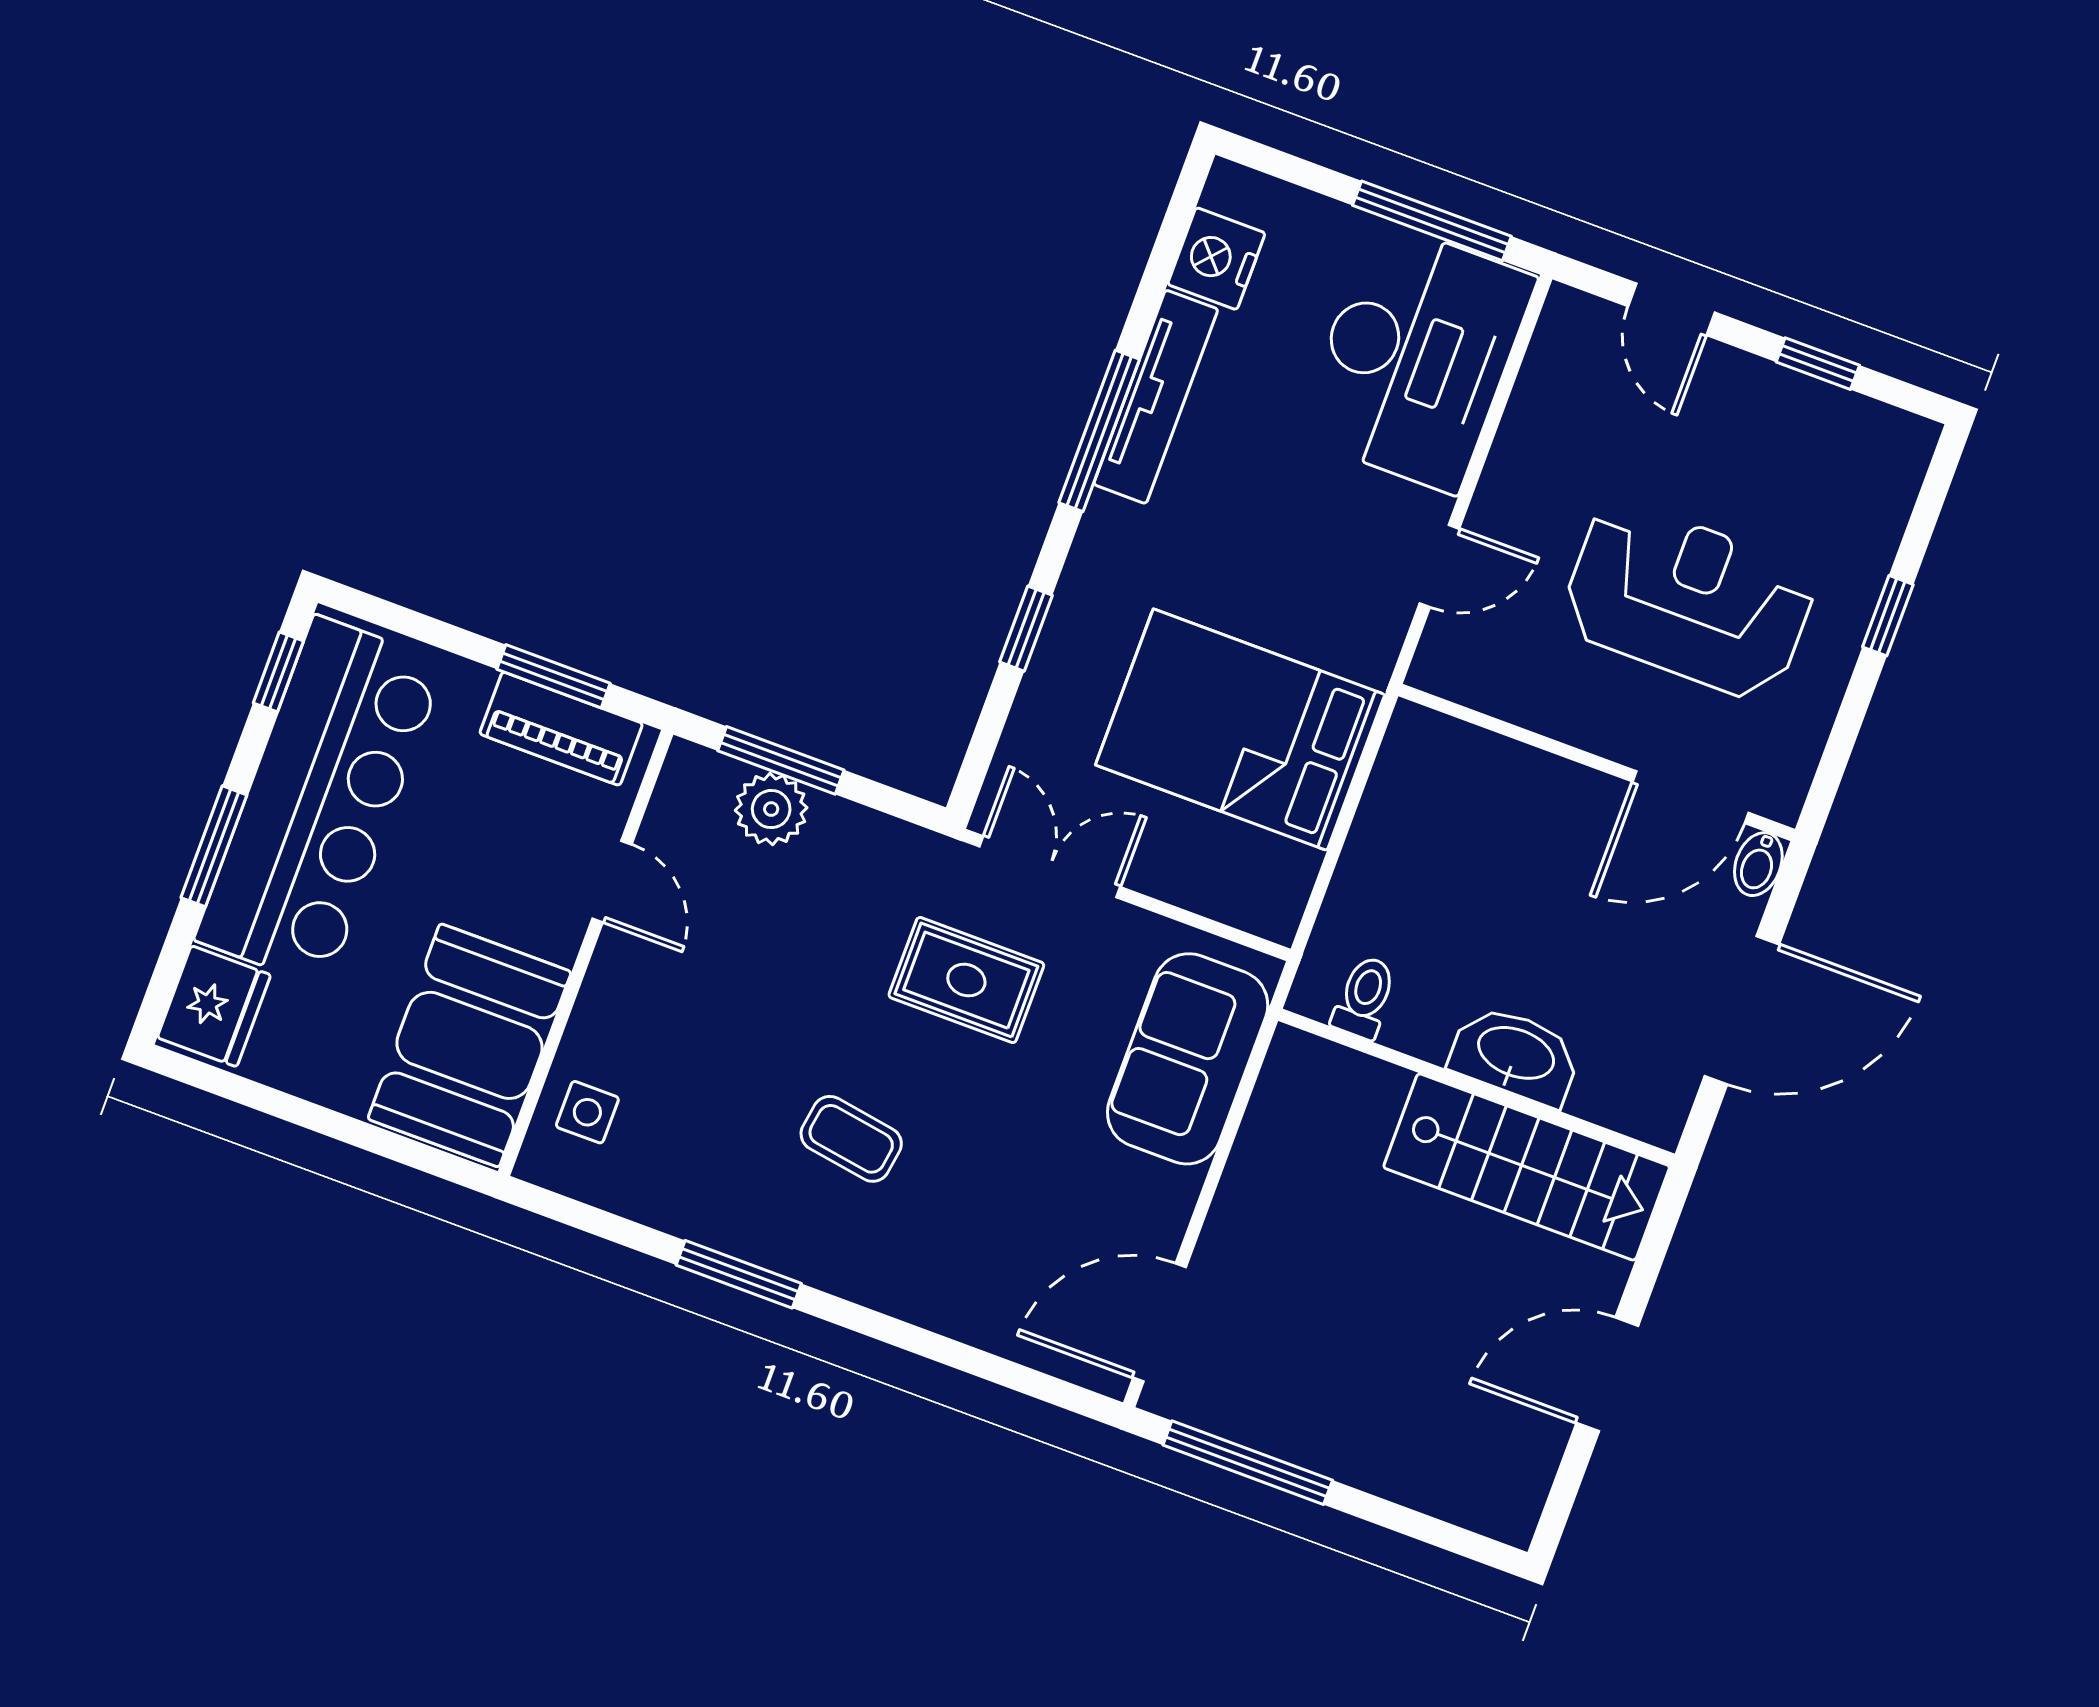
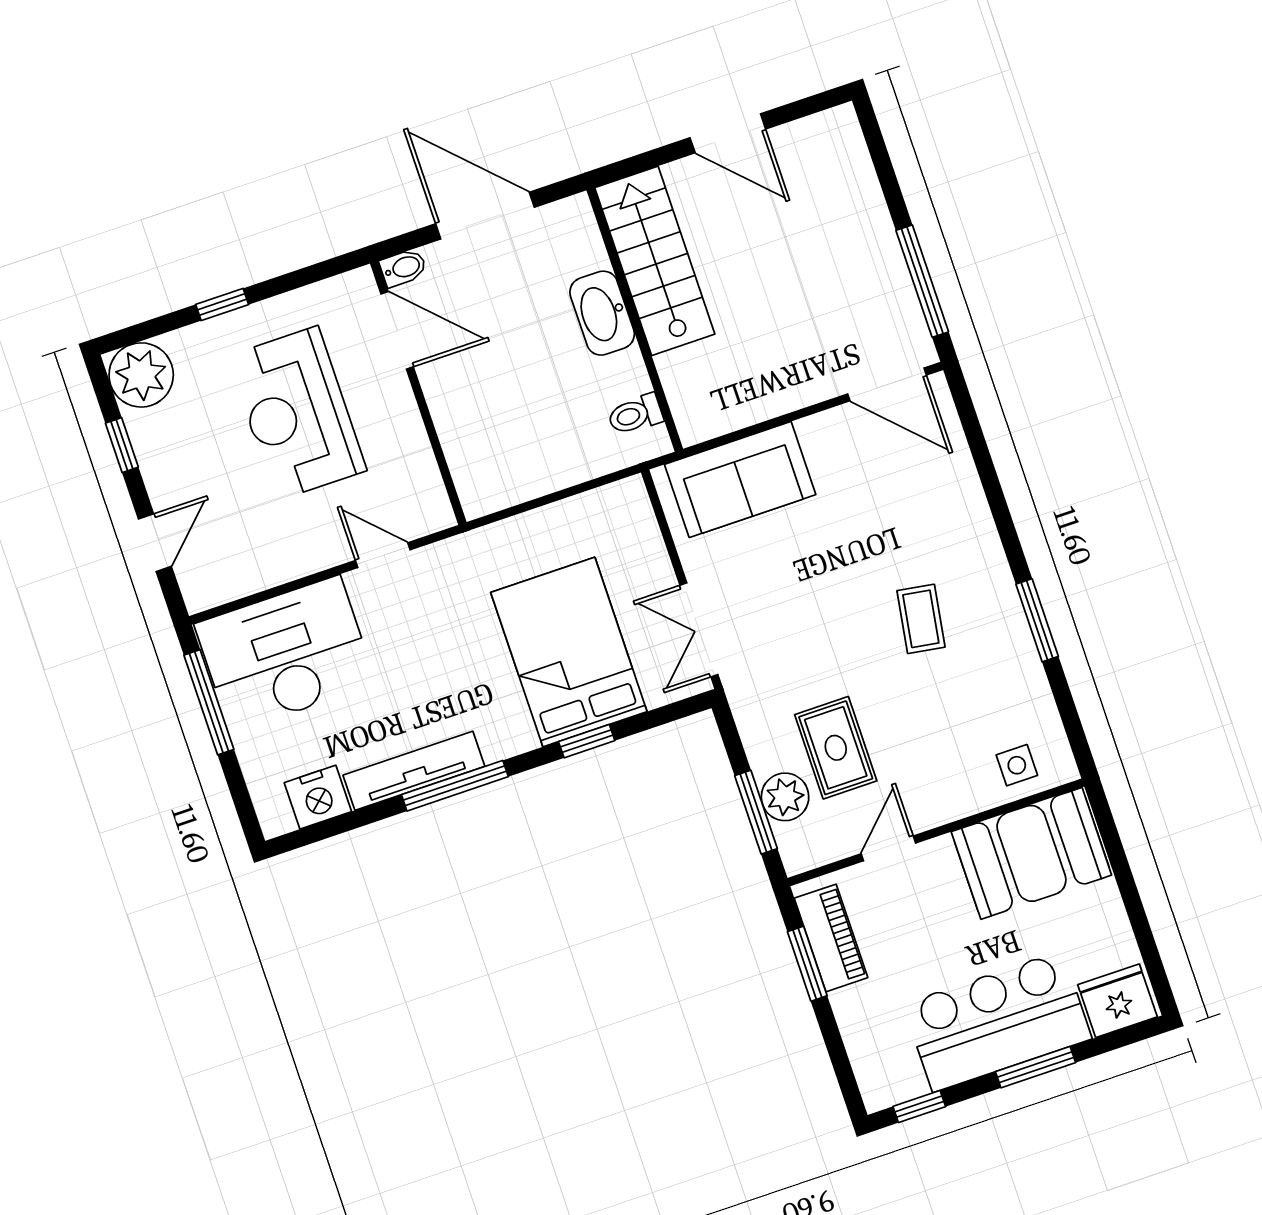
plant: (1882, 453) -> (141, 375), added
bed: (1240, 730) -> (569, 652), moved, turned 180
bar counter: (320, 801) -> (997, 1021), width x0.73
rug: (966, 980) -> (836, 748), moved

